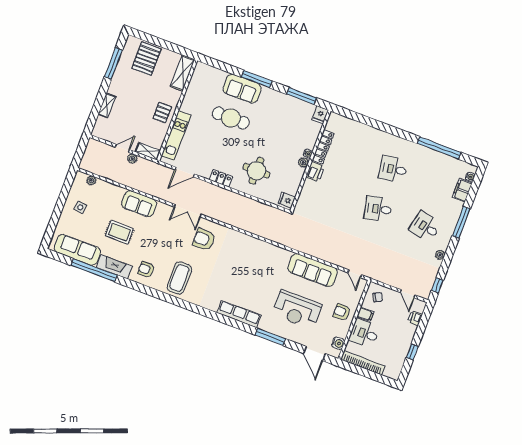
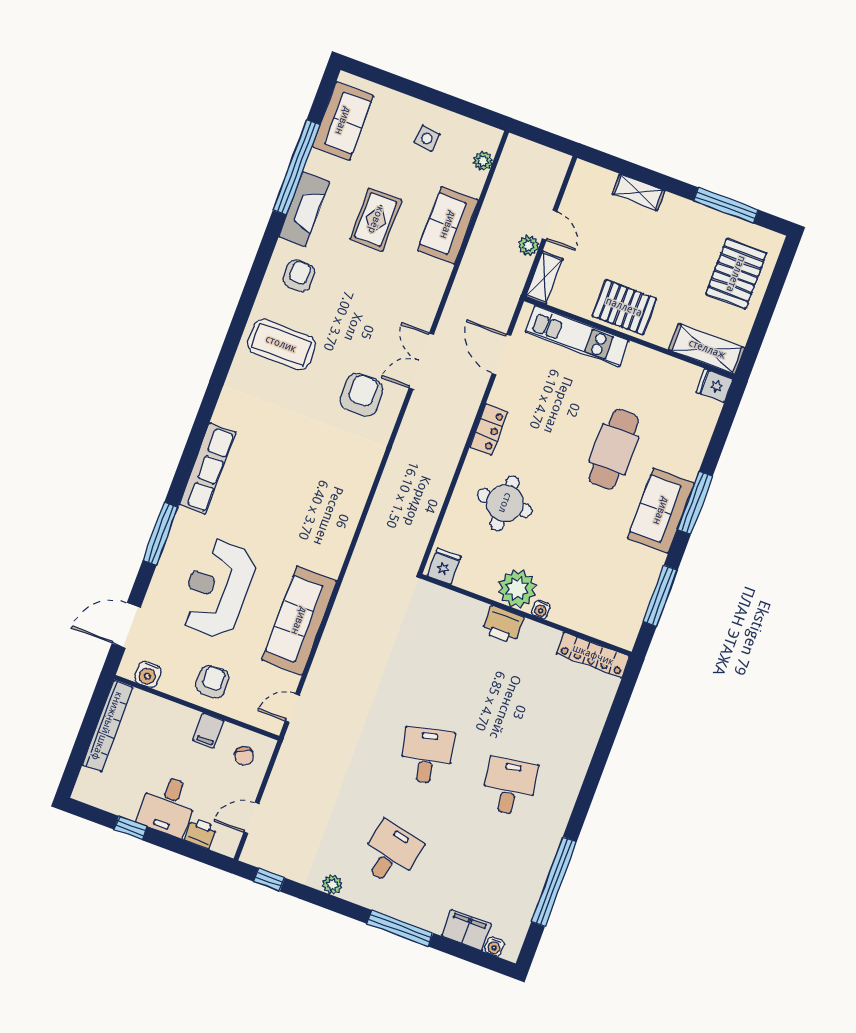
pallet: (146, 59) -> (736, 274), turned 90
sofa: (242, 89) -> (661, 511), moved
pallet: (162, 113) -> (624, 307), width x1.50, depth x1.42
fridge: (320, 115) -> (714, 386), moved
locker: (323, 147) -> (593, 655), moved
plant: (303, 162) -> (517, 589), width x1.87, depth x1.87
sofa: (139, 204) -> (448, 225), moved
sofa: (77, 250) -> (343, 121), width x0.73
desk: (364, 333) -> (168, 806), moved, turned 180

